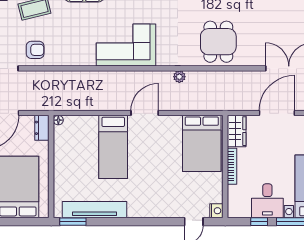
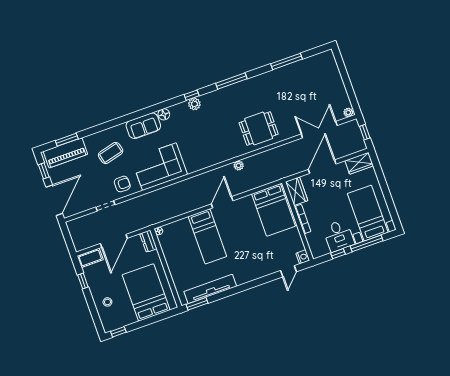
dining table: (218, 42) -> (259, 128), turned 90
corner sofa: (126, 45) -> (159, 167), moved

